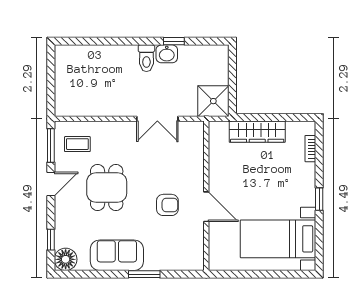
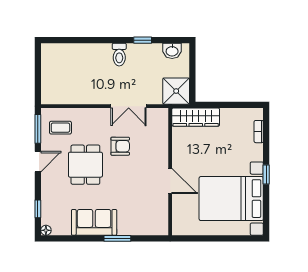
washbasin: (167, 54) -> (172, 51), moved
wardrobe: (257, 132) -> (196, 117), moved
armchair: (167, 205) -> (120, 146), moved
bed with nightstands: (278, 239) -> (231, 199), width x1.36
floor lamp: (66, 259) -> (46, 230), width x0.53, depth x0.53

